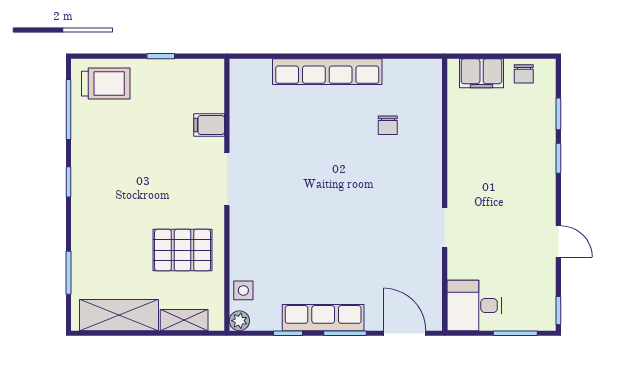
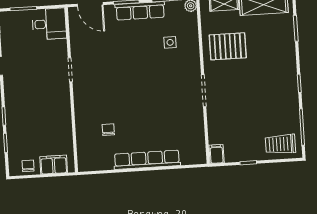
filing cabinet: (209, 125) -> (217, 154), moved, turned -90
side table: (243, 290) -> (170, 42), moved

